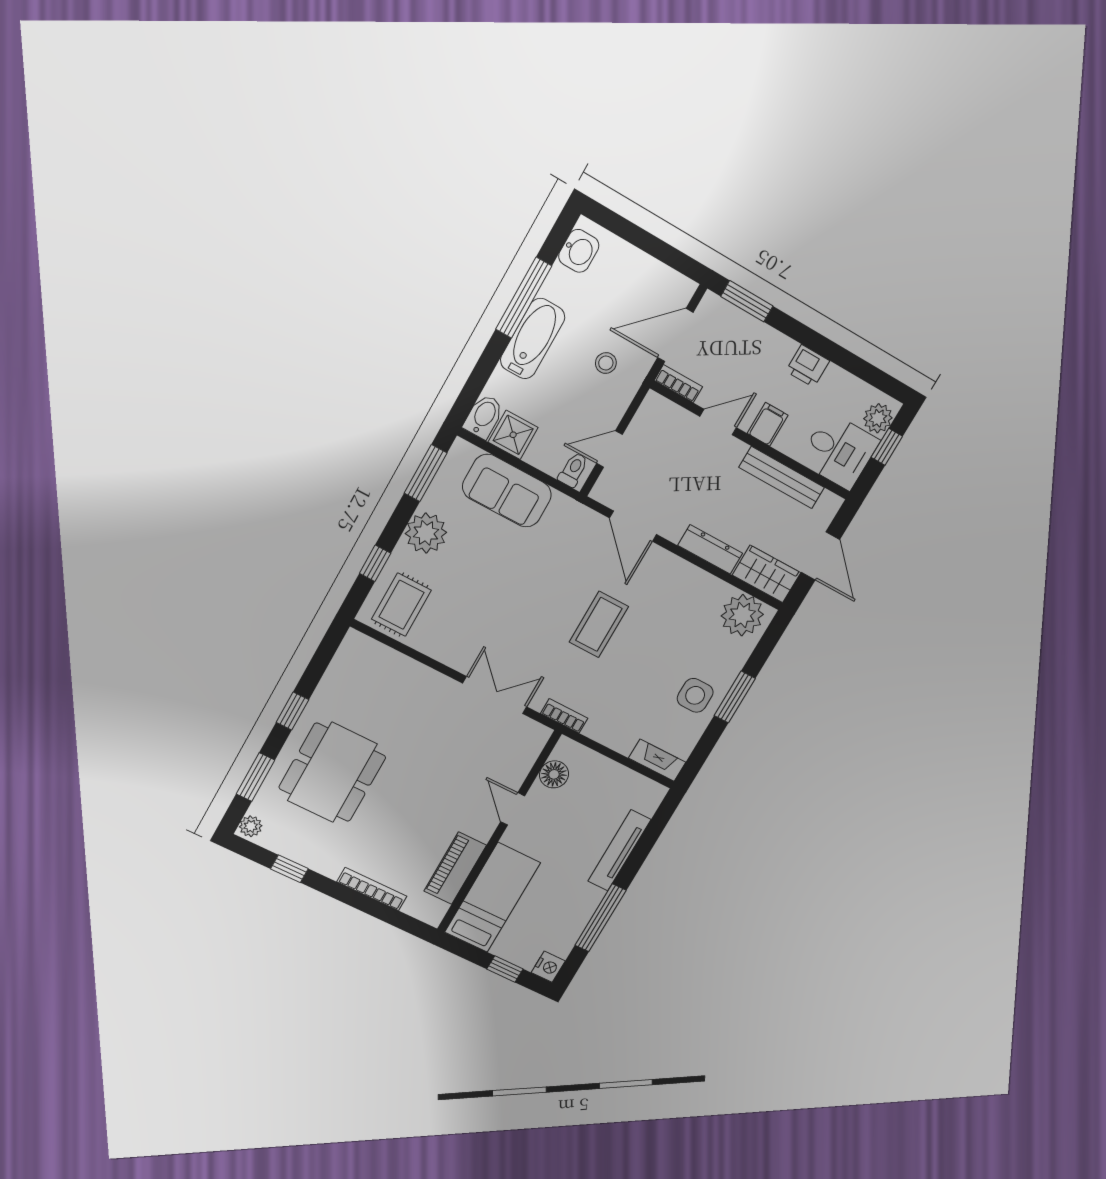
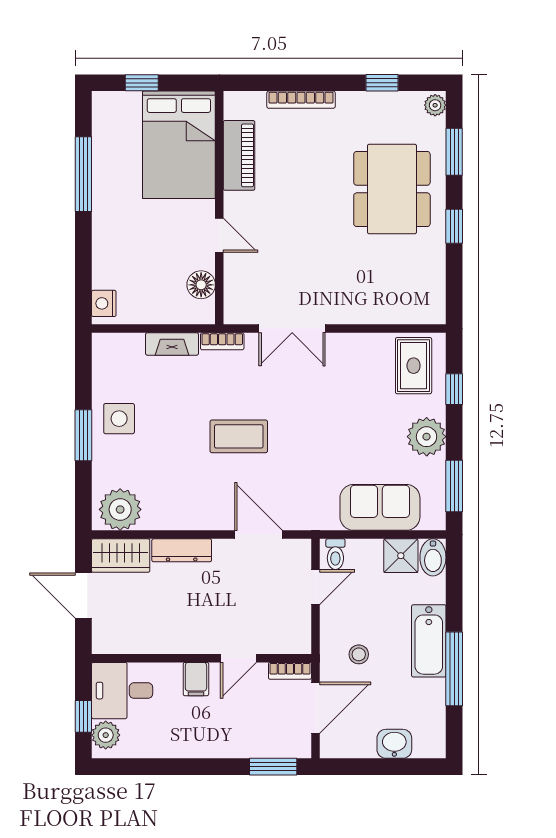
washbasin: (579, 251) -> (394, 744), moved, turned 90
printer: (808, 366) -> (191, 744), removed
bench: (782, 478) -> (157, 642), removed
coffee table: (599, 624) -> (239, 436), turned 90
fireplace: (657, 760) -> (172, 344), moved
tv unit: (619, 850) -> (103, 245), removed
bed: (492, 897) -> (179, 145), width x1.50
nightstand: (548, 967) -> (104, 303), moved

